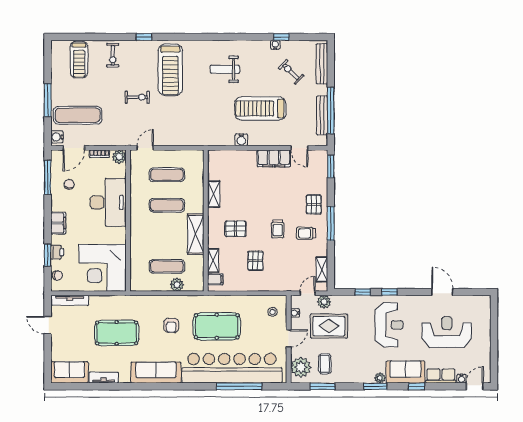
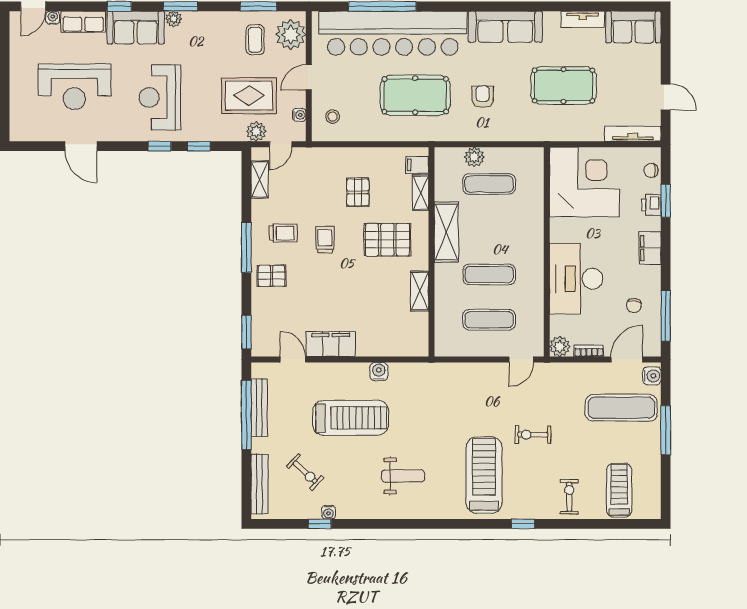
pallet: (314, 204) -> (272, 276), turned 90
pallet: (236, 229) -> (387, 240), width x1.50, depth x1.42

